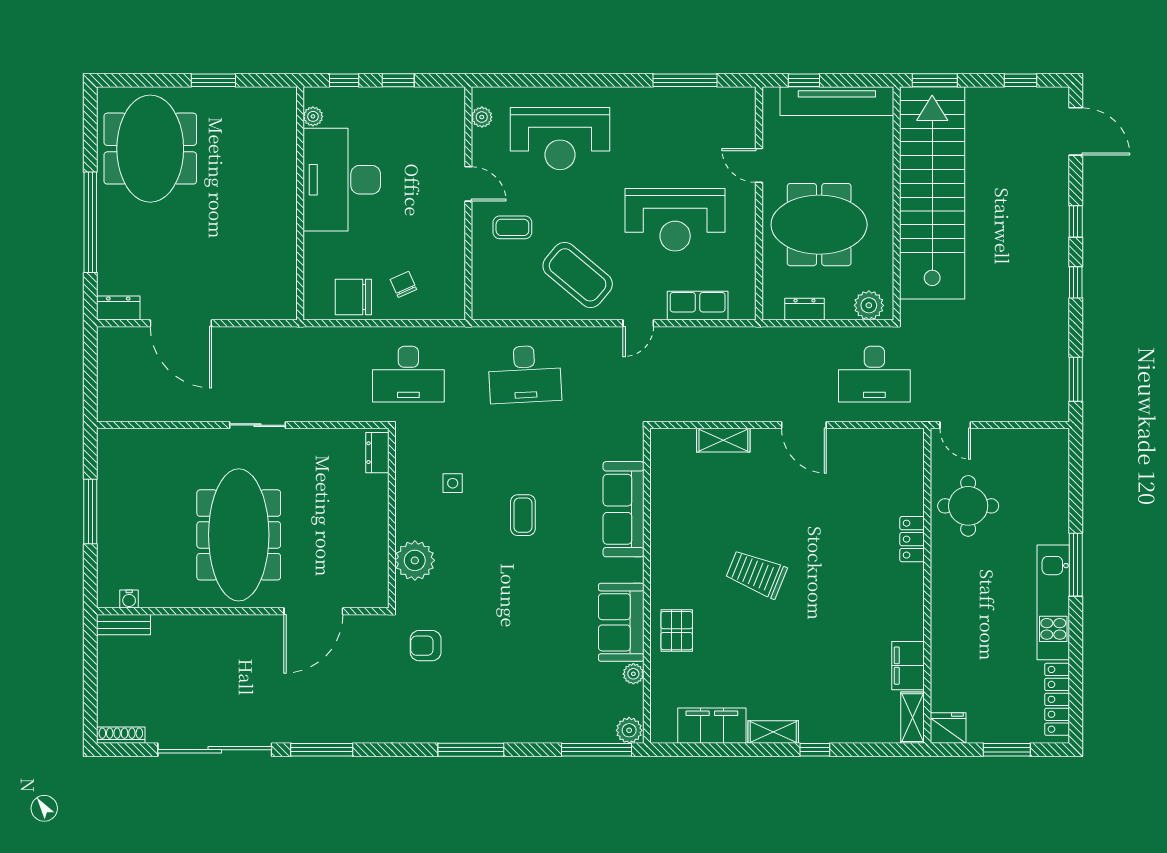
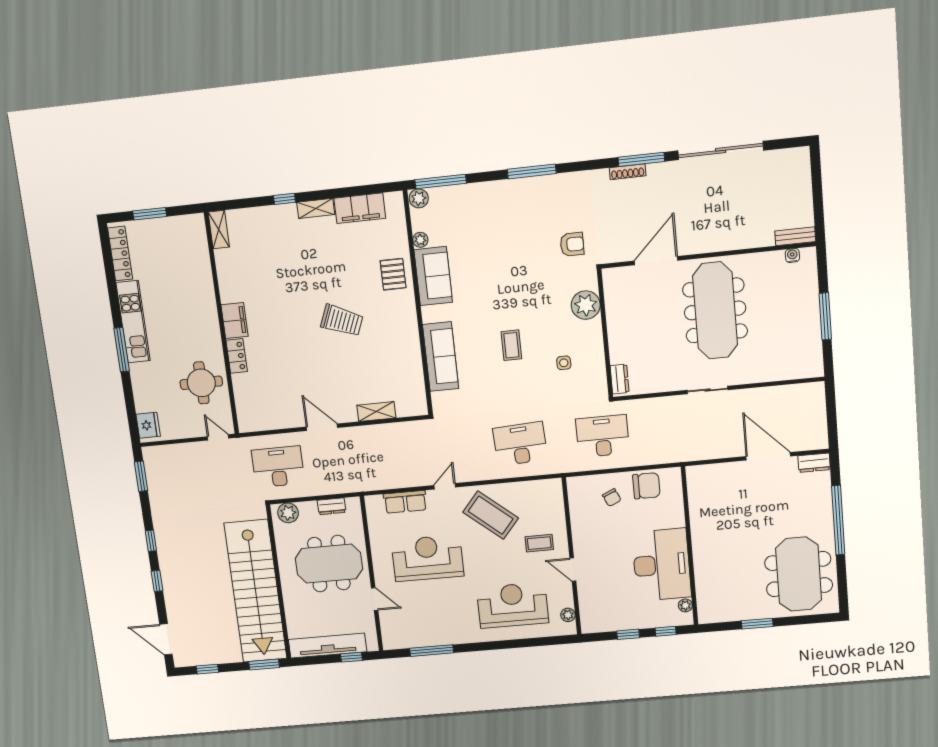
filing cabinet: (908, 666) -> (235, 320), moved
fridge: (948, 728) -> (148, 425), moved, turned -90
shoe rack: (121, 735) -> (628, 172), moved

